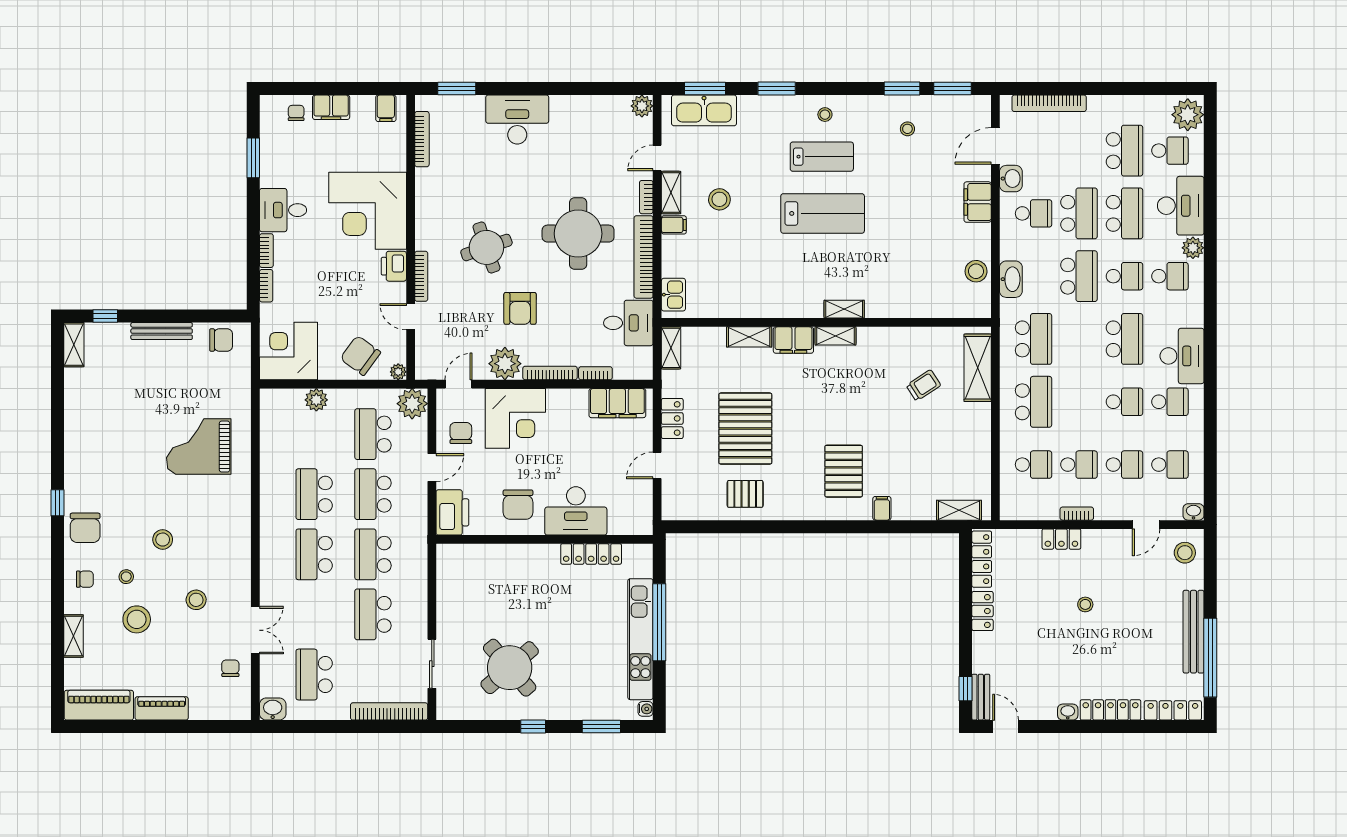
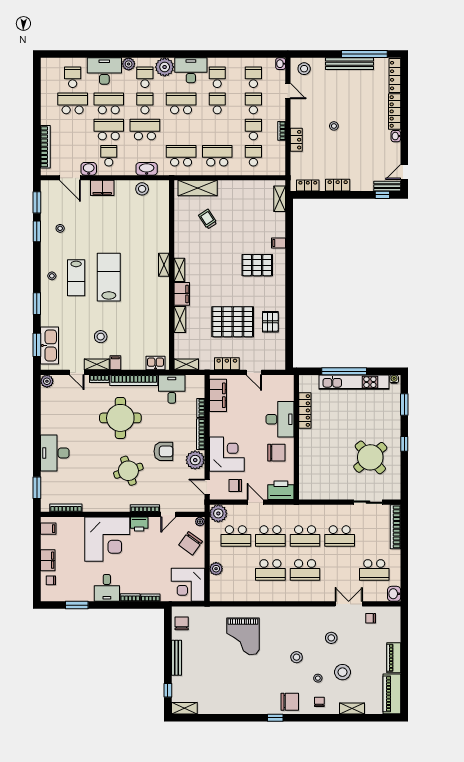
plant: (1188, 115) -> (165, 67), moved
lab bench: (822, 157) -> (76, 278), turned 180
locker: (982, 559) -> (308, 186), width x0.66

